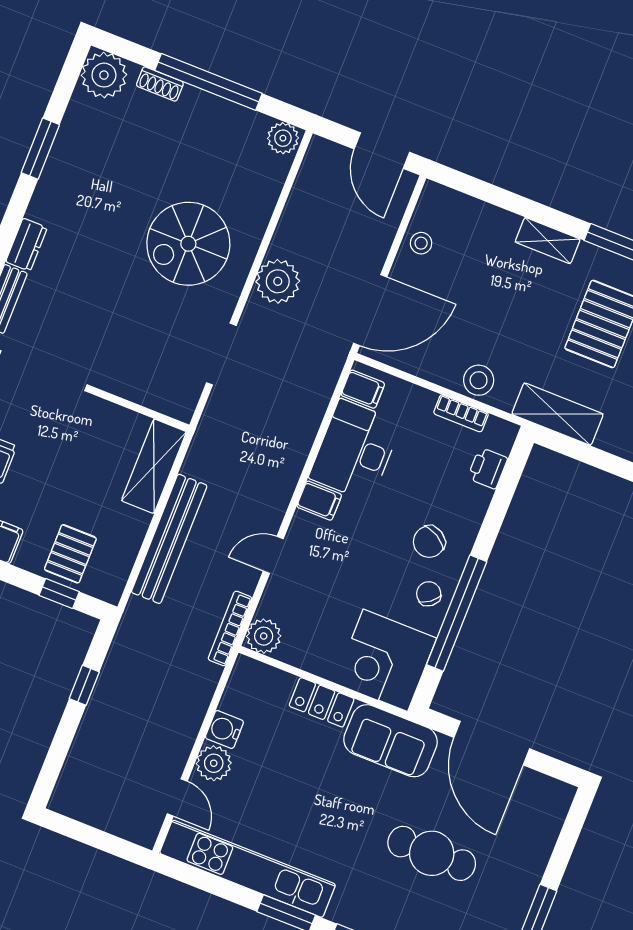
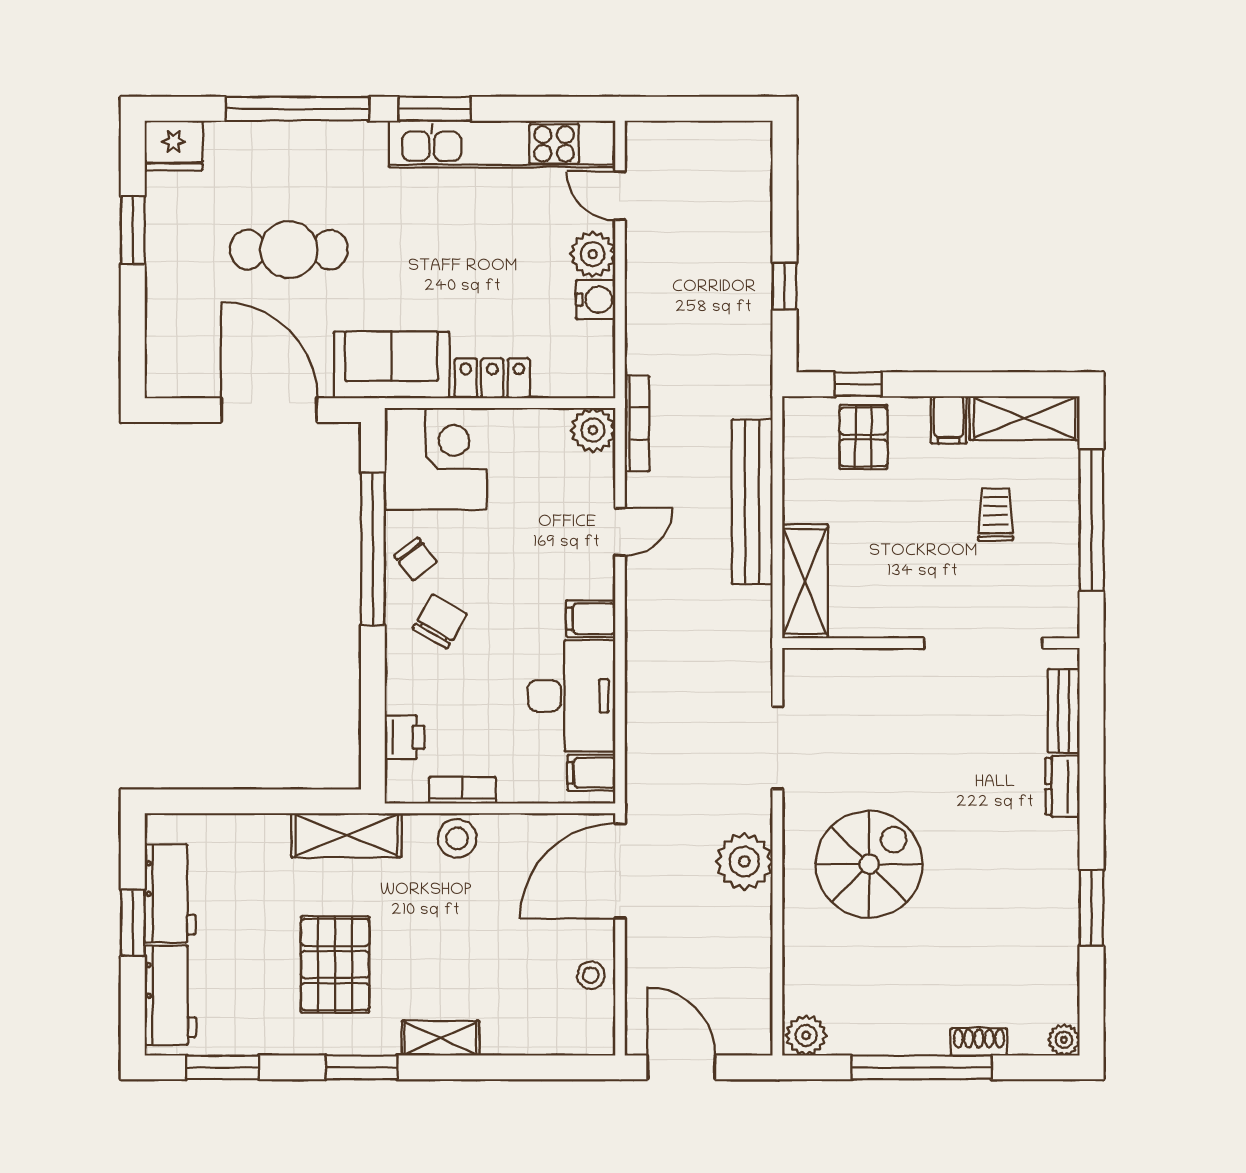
plant: (104, 75) -> (1064, 1040), width x0.53, depth x0.53

